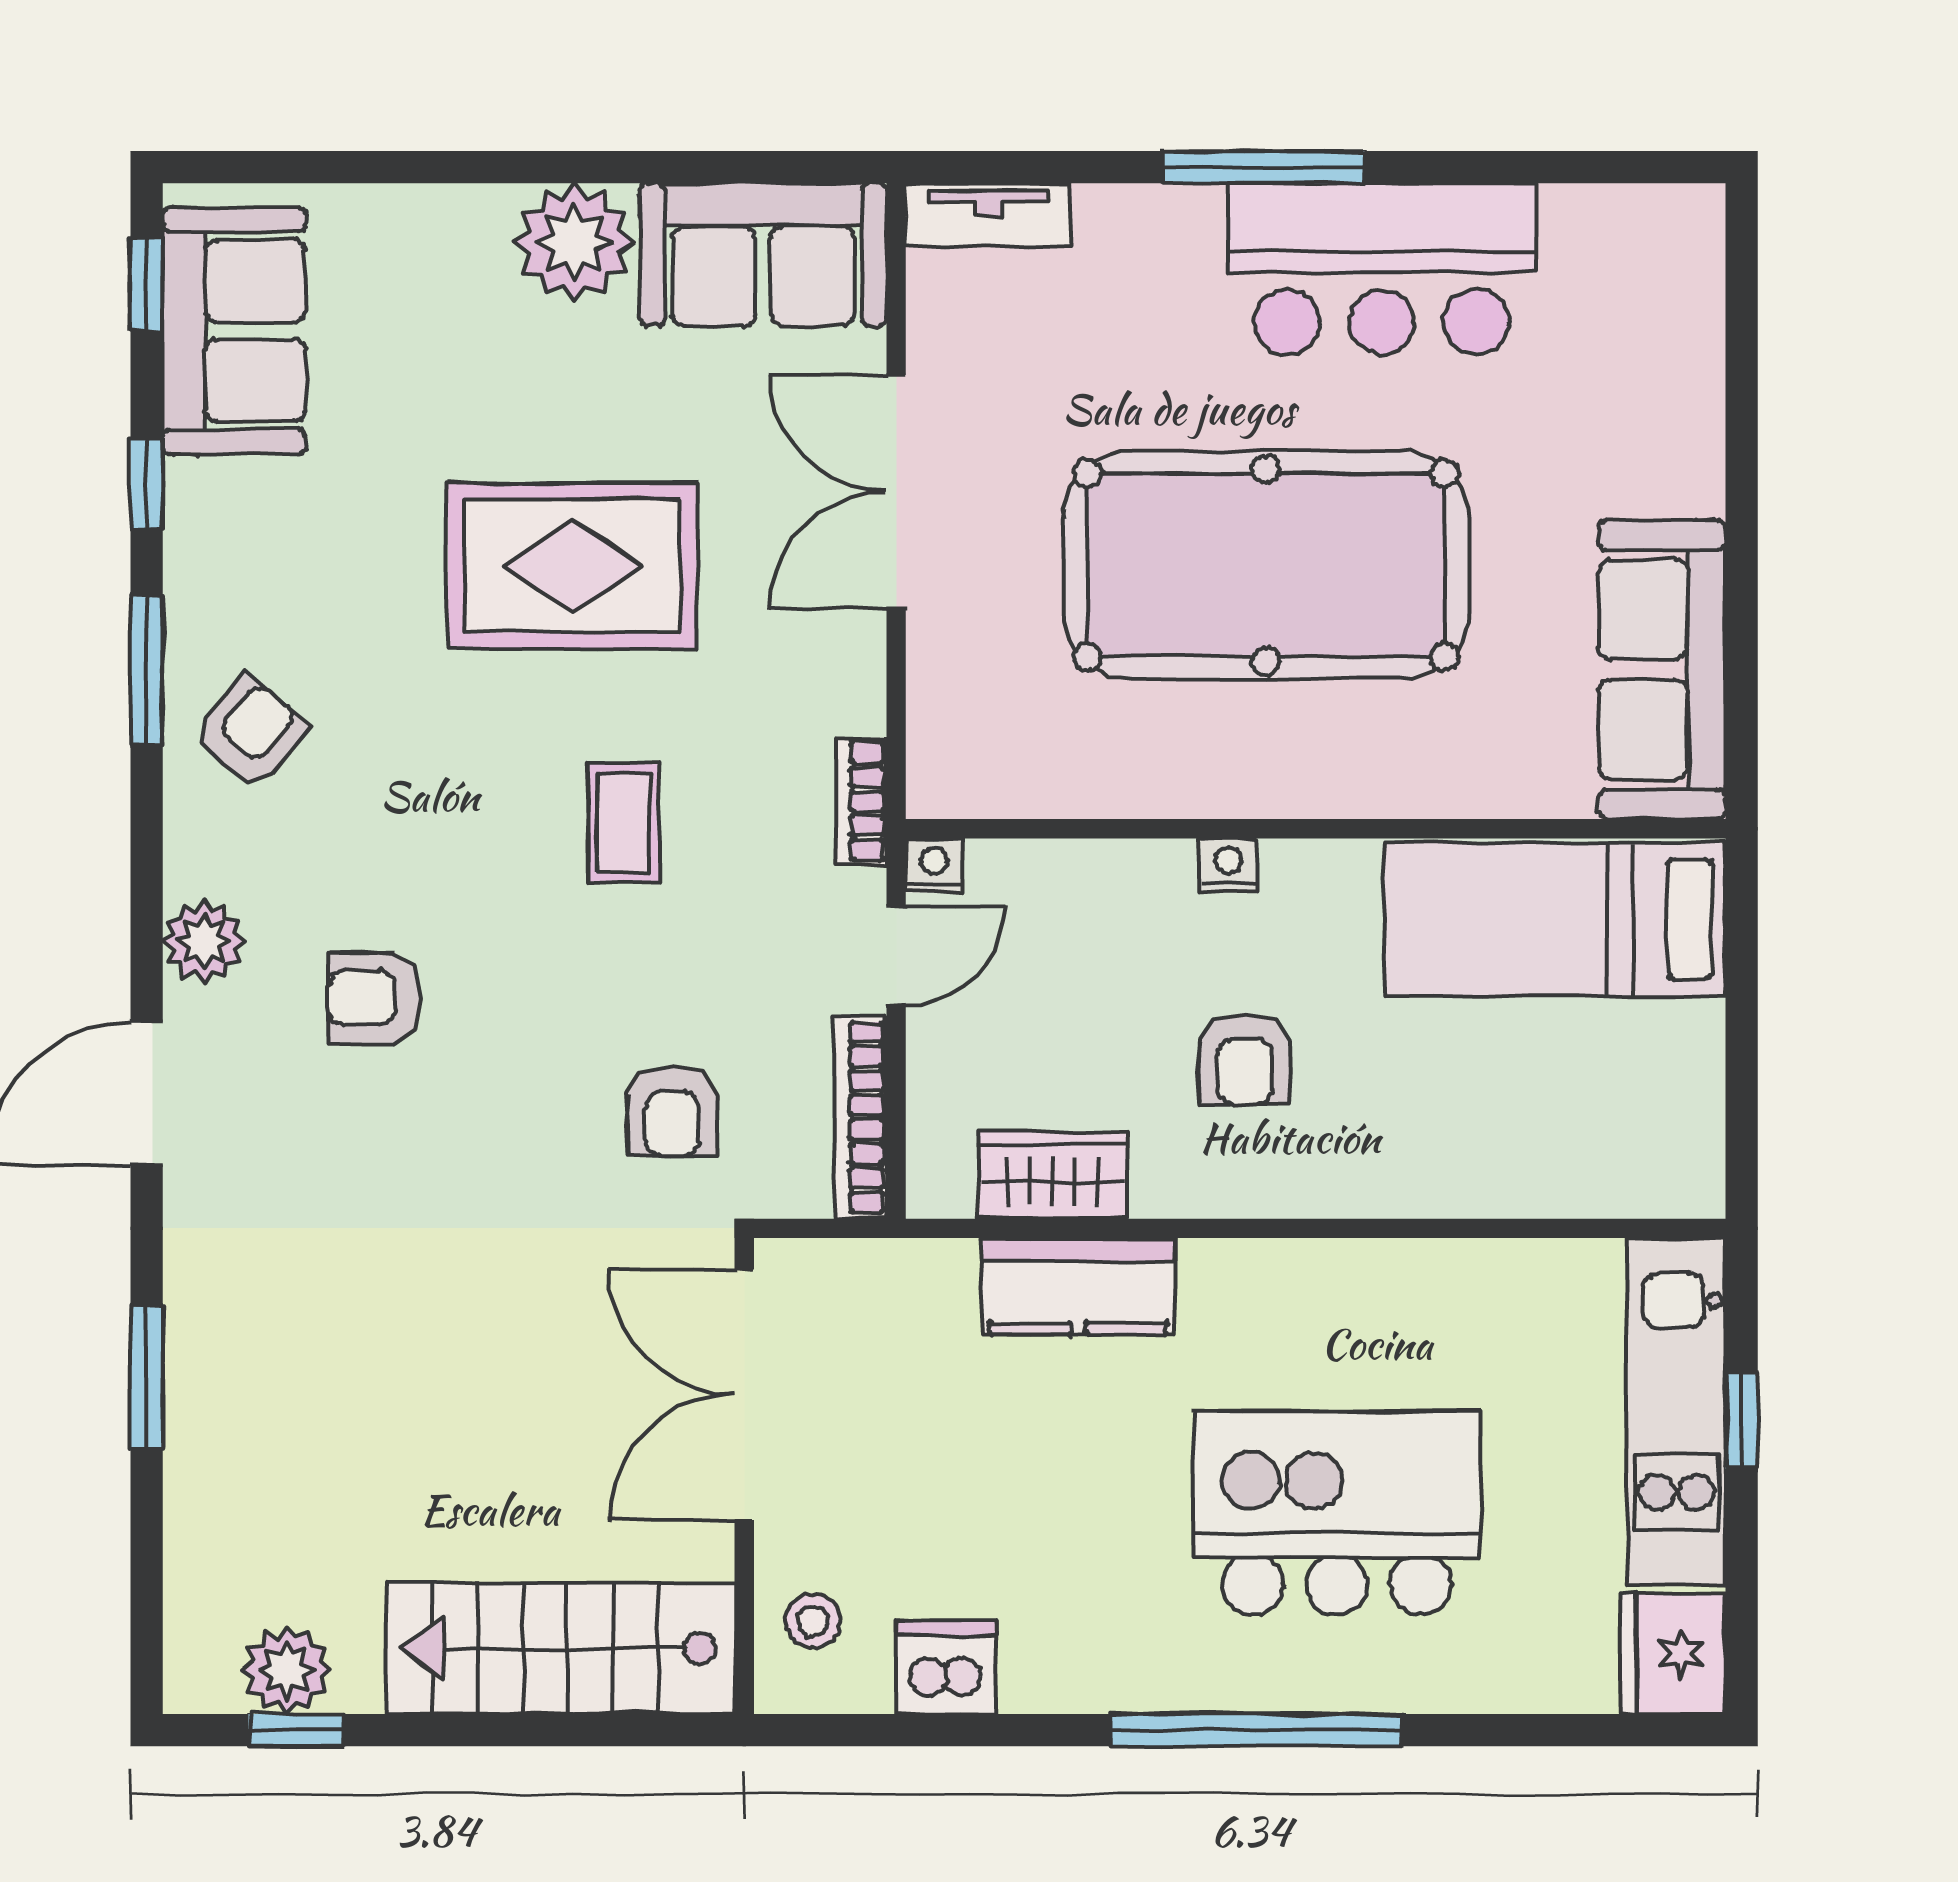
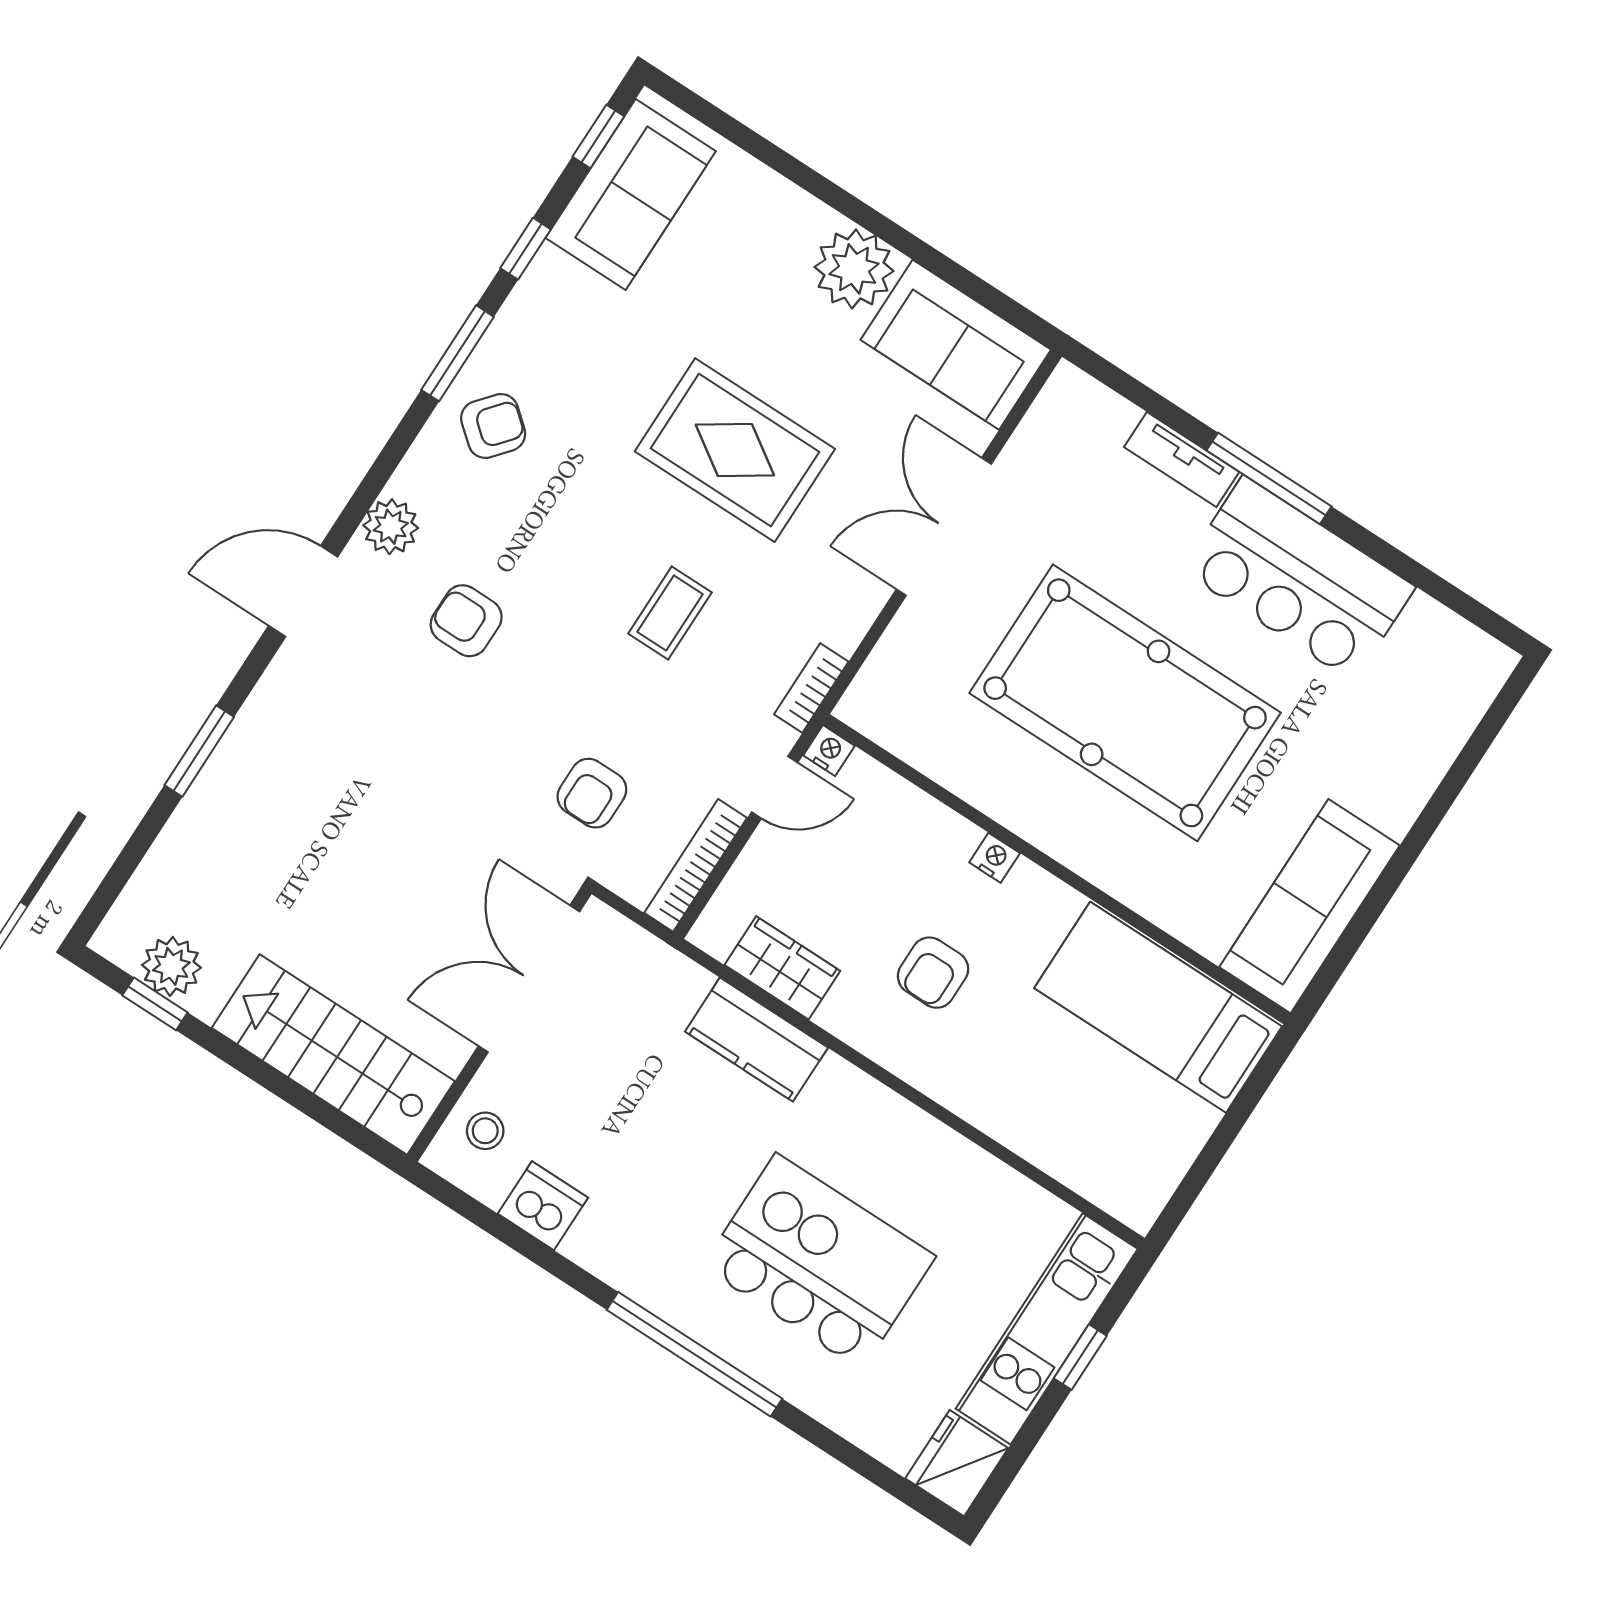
tv unit: (988, 215) -> (1182, 459), moved

